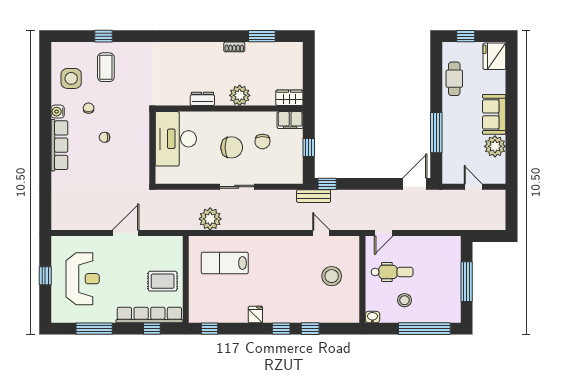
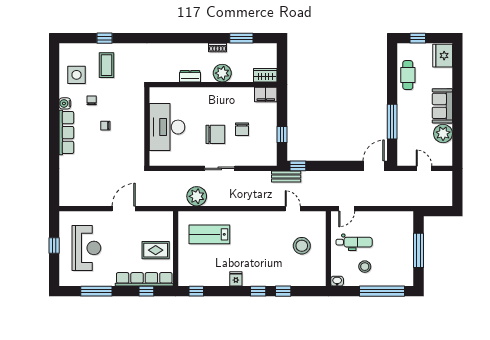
plant: (240, 95) -> (222, 73), moved
wardrobe: (289, 98) -> (265, 75), moved
dresser: (202, 99) -> (190, 76), moved
wall: (229, 109) -> (213, 85), moved
filing cabinet: (290, 120) -> (266, 94), moved

